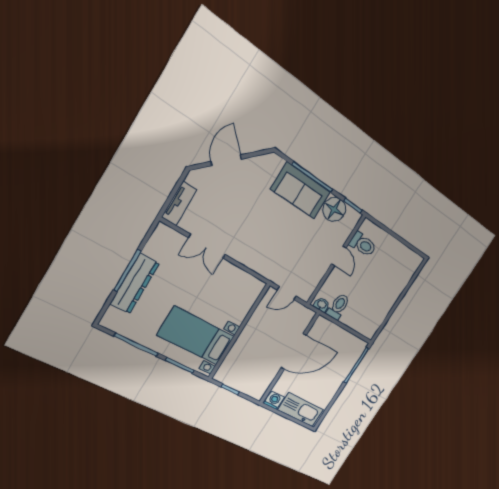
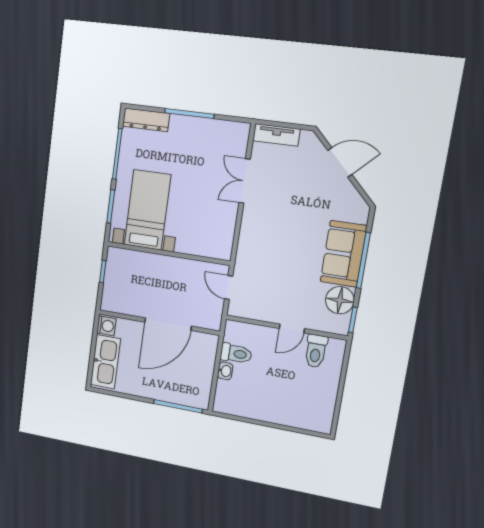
dresser: (135, 284) -> (146, 120), moved, width x0.73, depth x0.80
washbasin: (322, 305) -> (225, 371), moved
door: (294, 351) -> (168, 324), hinge flipped

